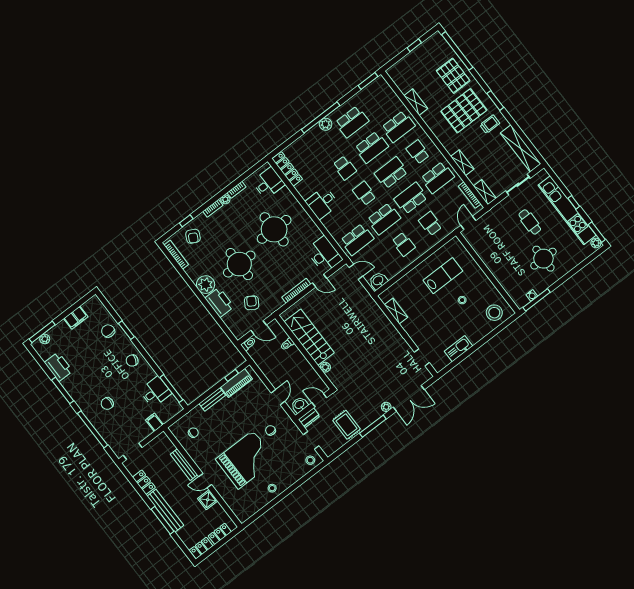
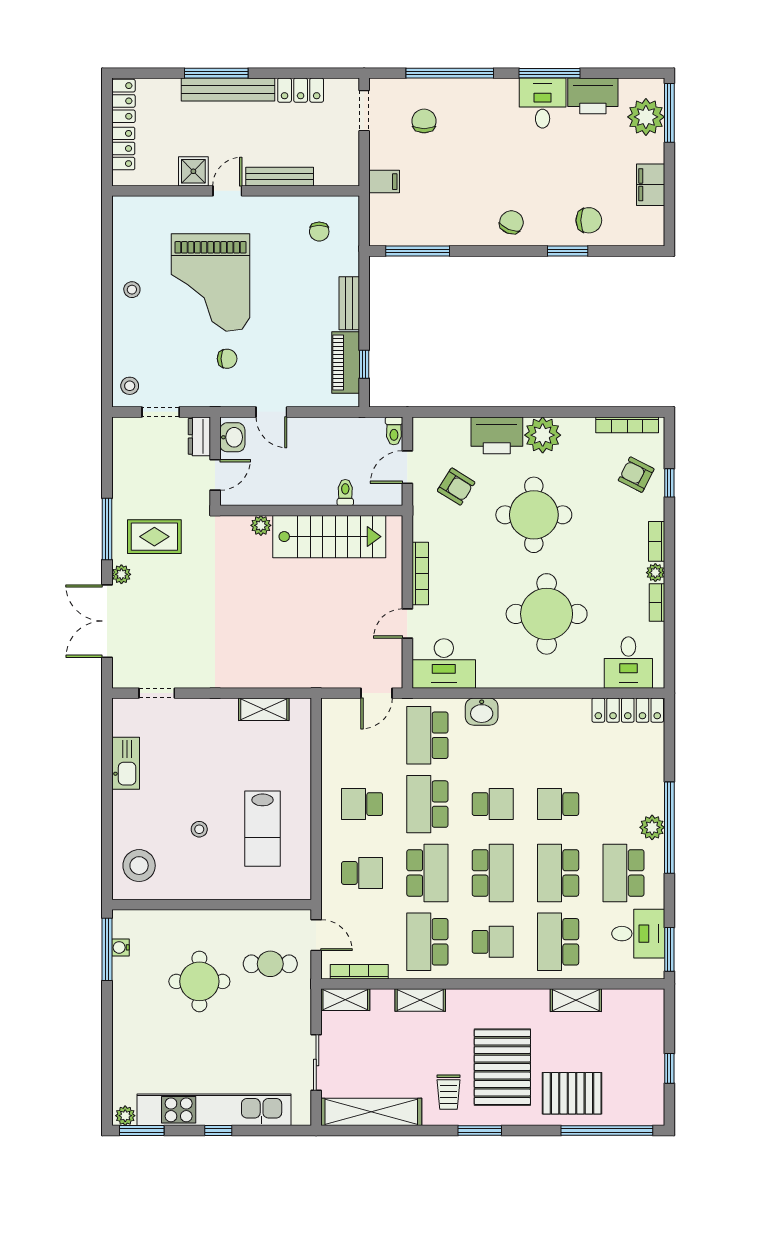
desk: (322, 203) -> (638, 934), moved, turned 90
cafe table: (530, 222) -> (270, 964), moved
round table: (543, 259) -> (199, 981), moved
washbasin: (378, 281) -> (482, 712), moved, turned 90
plant: (45, 339) -> (646, 117), width x1.87, depth x1.87
desk: (155, 392) -> (543, 103), moved, turned 180
chair: (107, 404) -> (424, 121), moved
rug: (347, 425) -> (154, 537), moved

